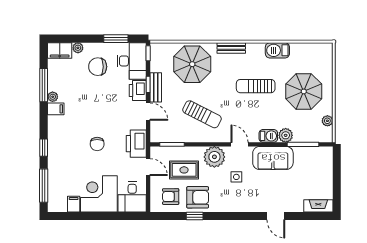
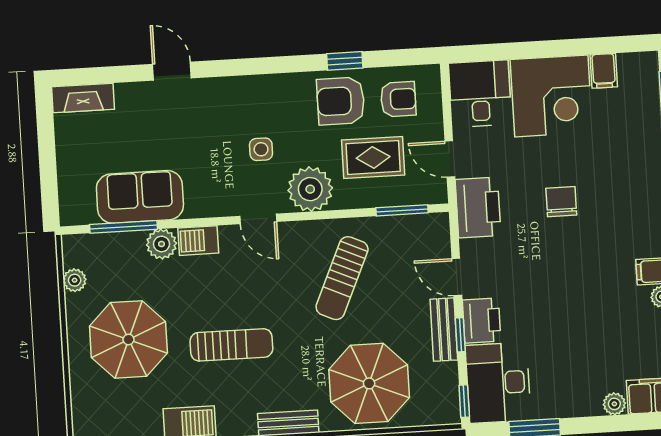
chair: (98, 67) -> (570, 366), removed
sun lounger: (202, 114) -> (342, 278), turned -93
sofa: (273, 158) -> (140, 197), moved

